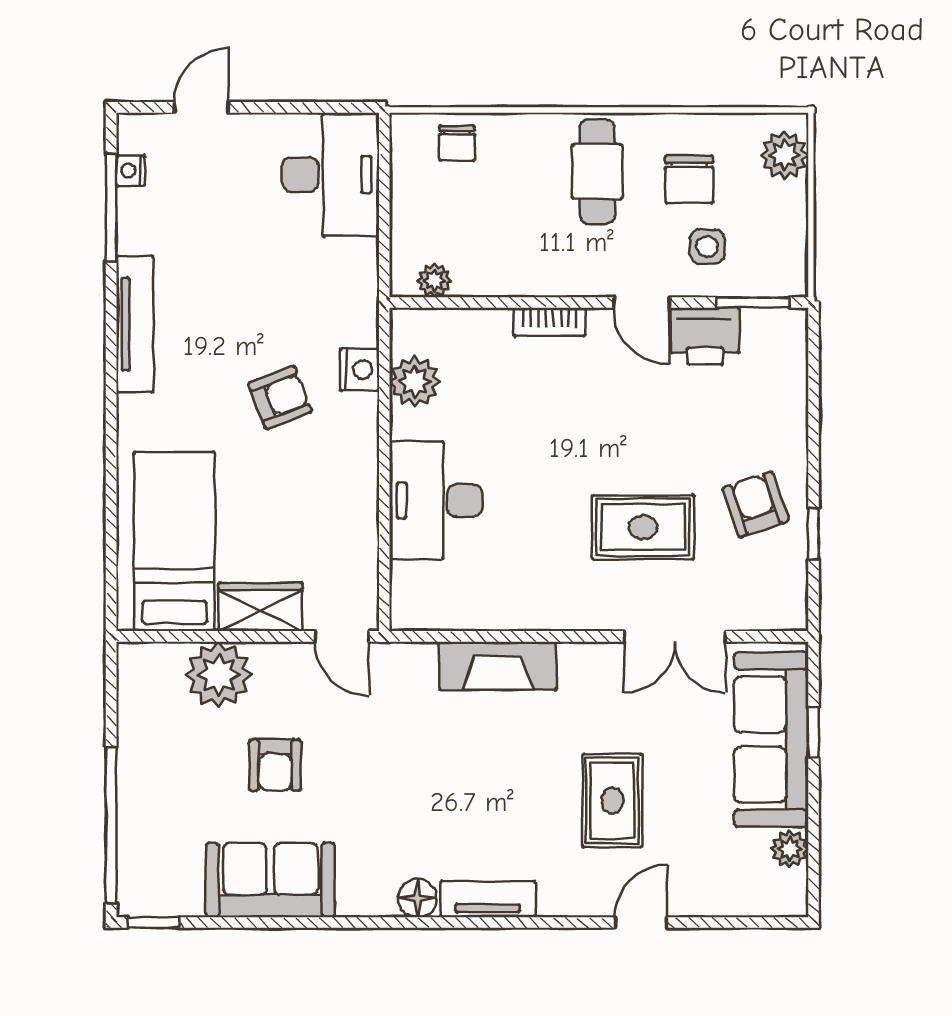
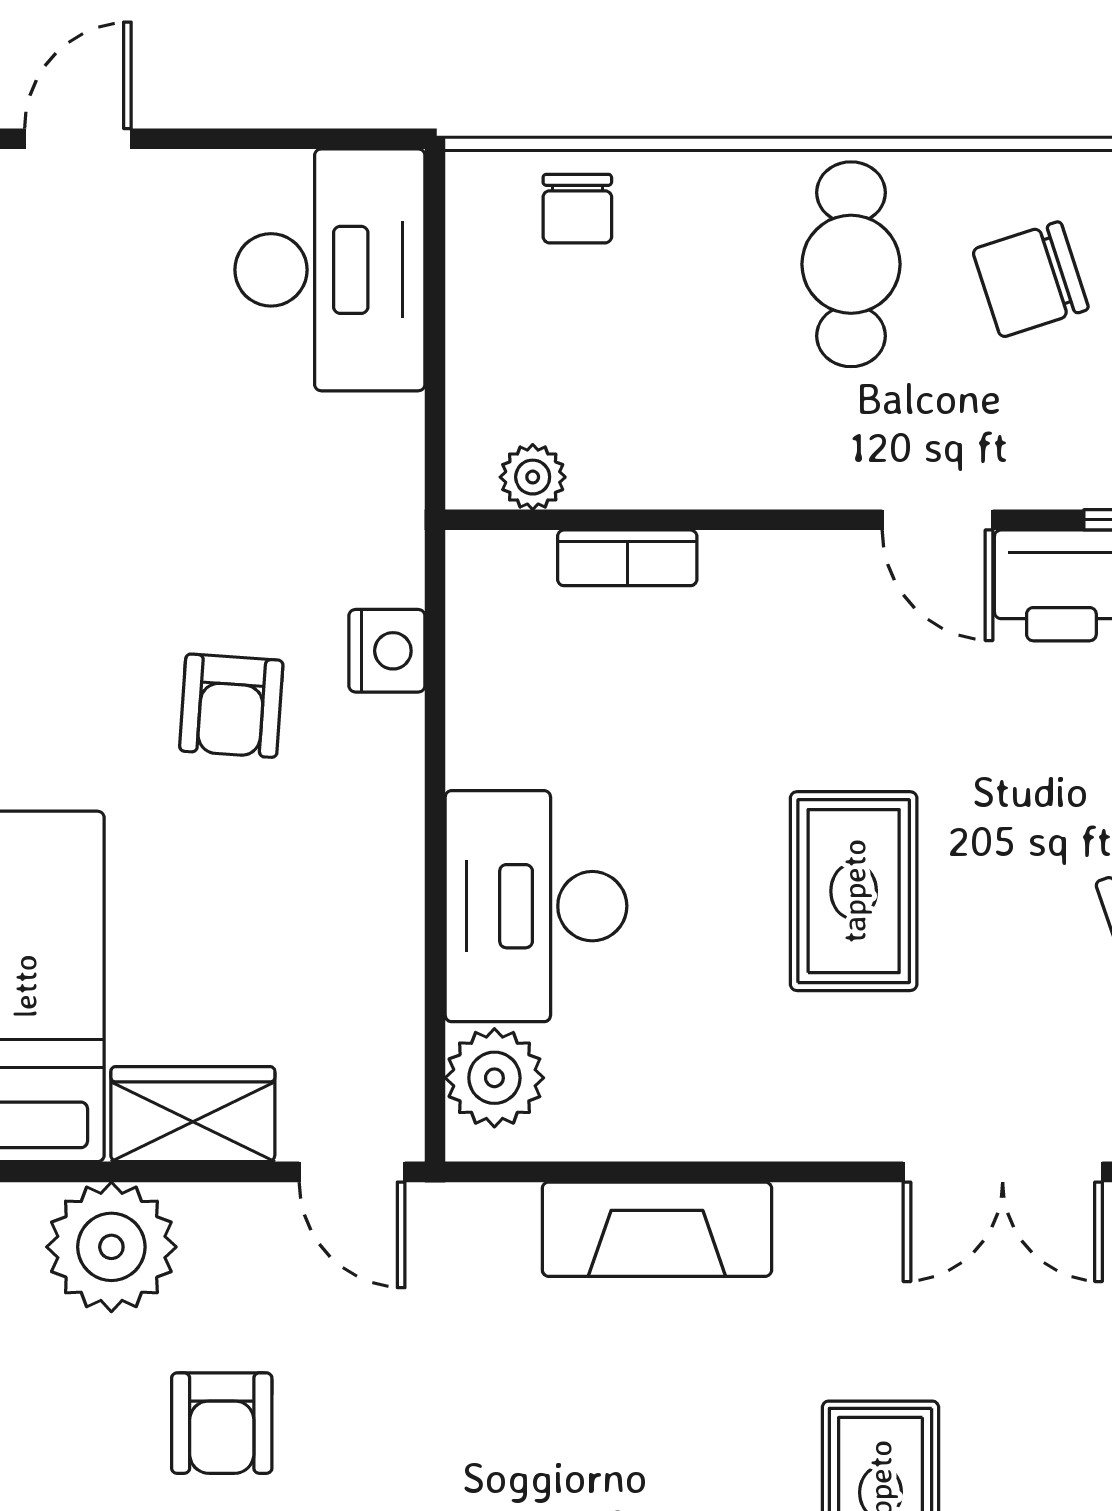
chair: (689, 179) -> (1031, 279), turned 72
side table: (707, 246) -> (1066, 410), removed
bookcase: (550, 322) -> (627, 558), moved
plant: (415, 382) -> (494, 1078), moved
armchair: (280, 398) -> (231, 706), turned 115
rug: (643, 527) -> (854, 891), moved, turned 90

